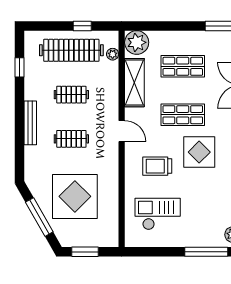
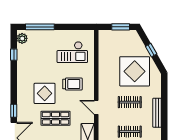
display table: (75, 196) -> (135, 71), moved
window: (39, 217) -> (151, 50), width x0.46

